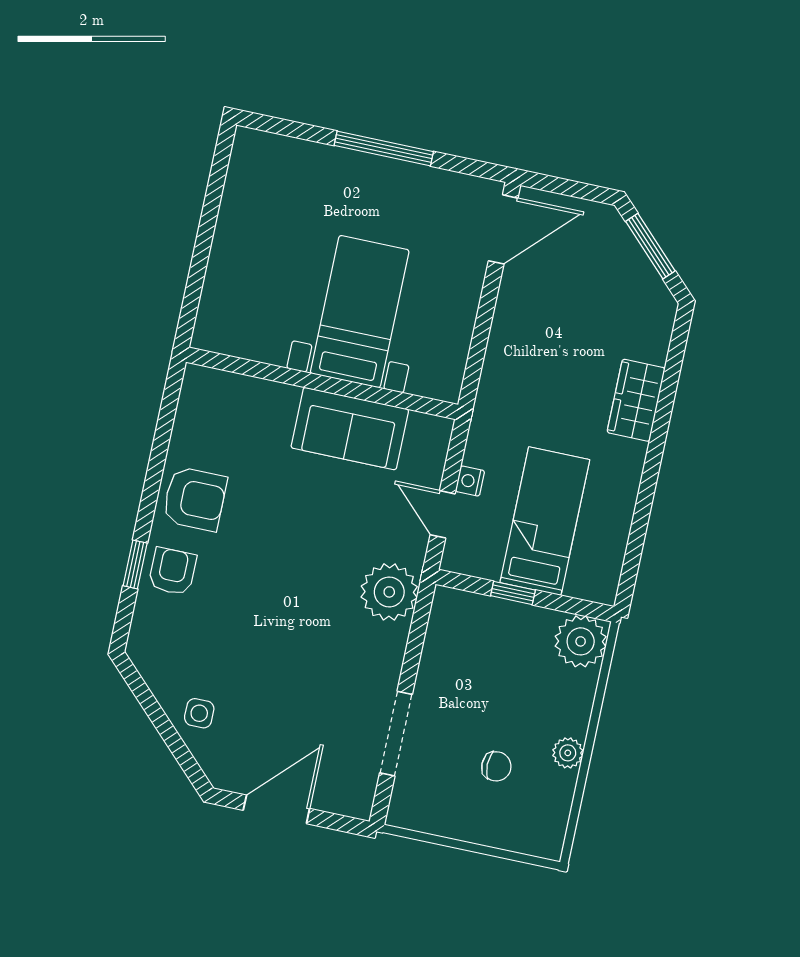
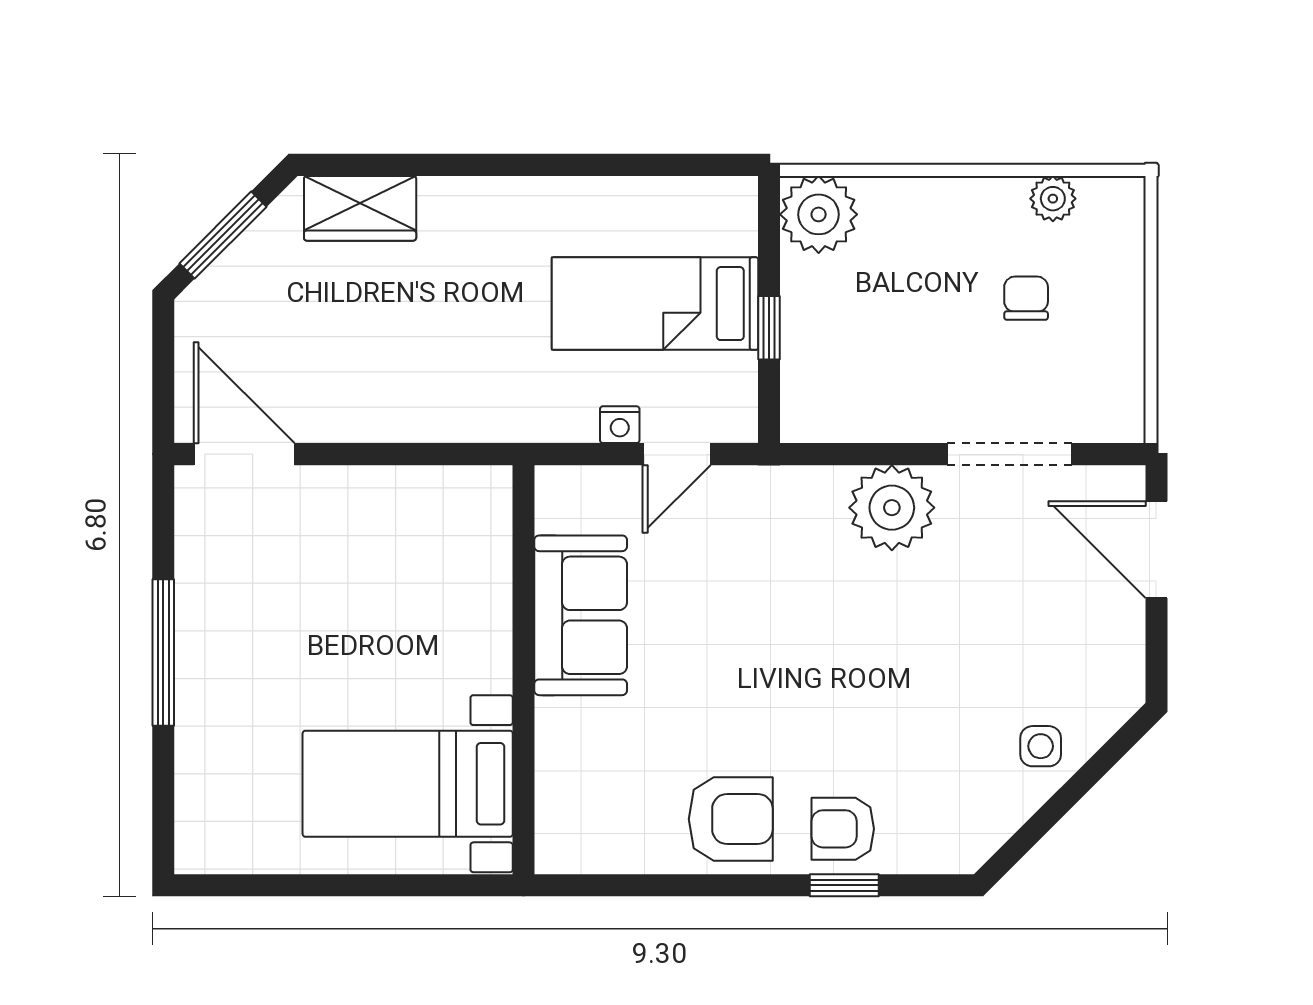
bed with nightstands: (360, 312) -> (408, 784), moved
wardrobe: (636, 400) -> (360, 208), moved
armchair: (195, 499) -> (731, 819), turned 90
plant: (389, 592) -> (892, 508), moved
plant: (568, 753) -> (1053, 199), moved
door: (276, 809) -> (1156, 550), moved

